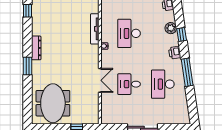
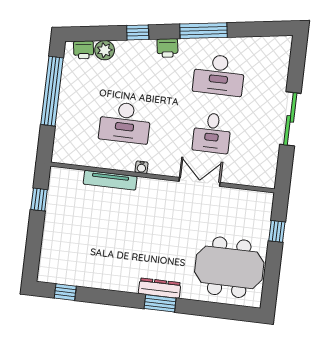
plant: (171, 28) -> (105, 50), moved
dresser: (36, 48) -> (160, 288), moved

